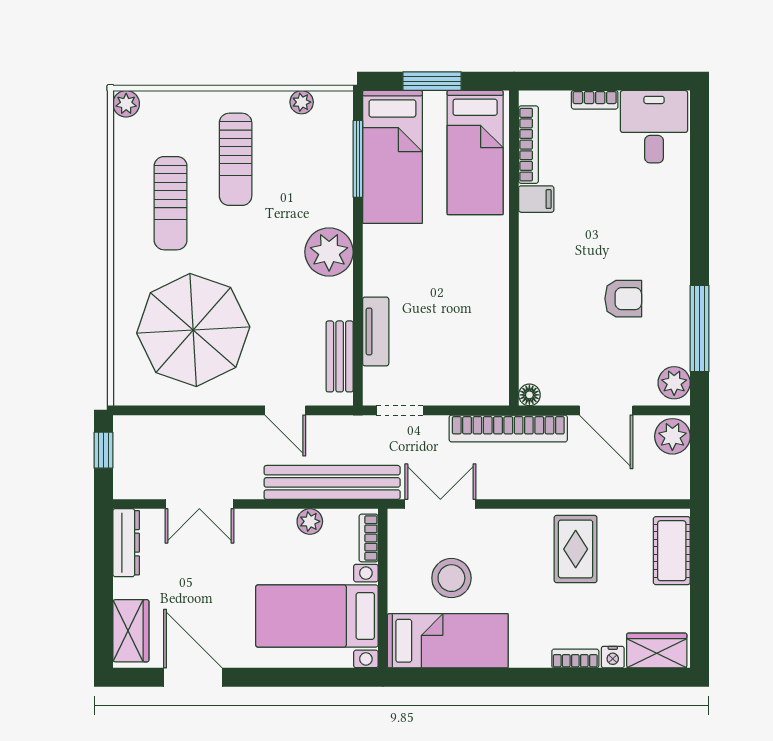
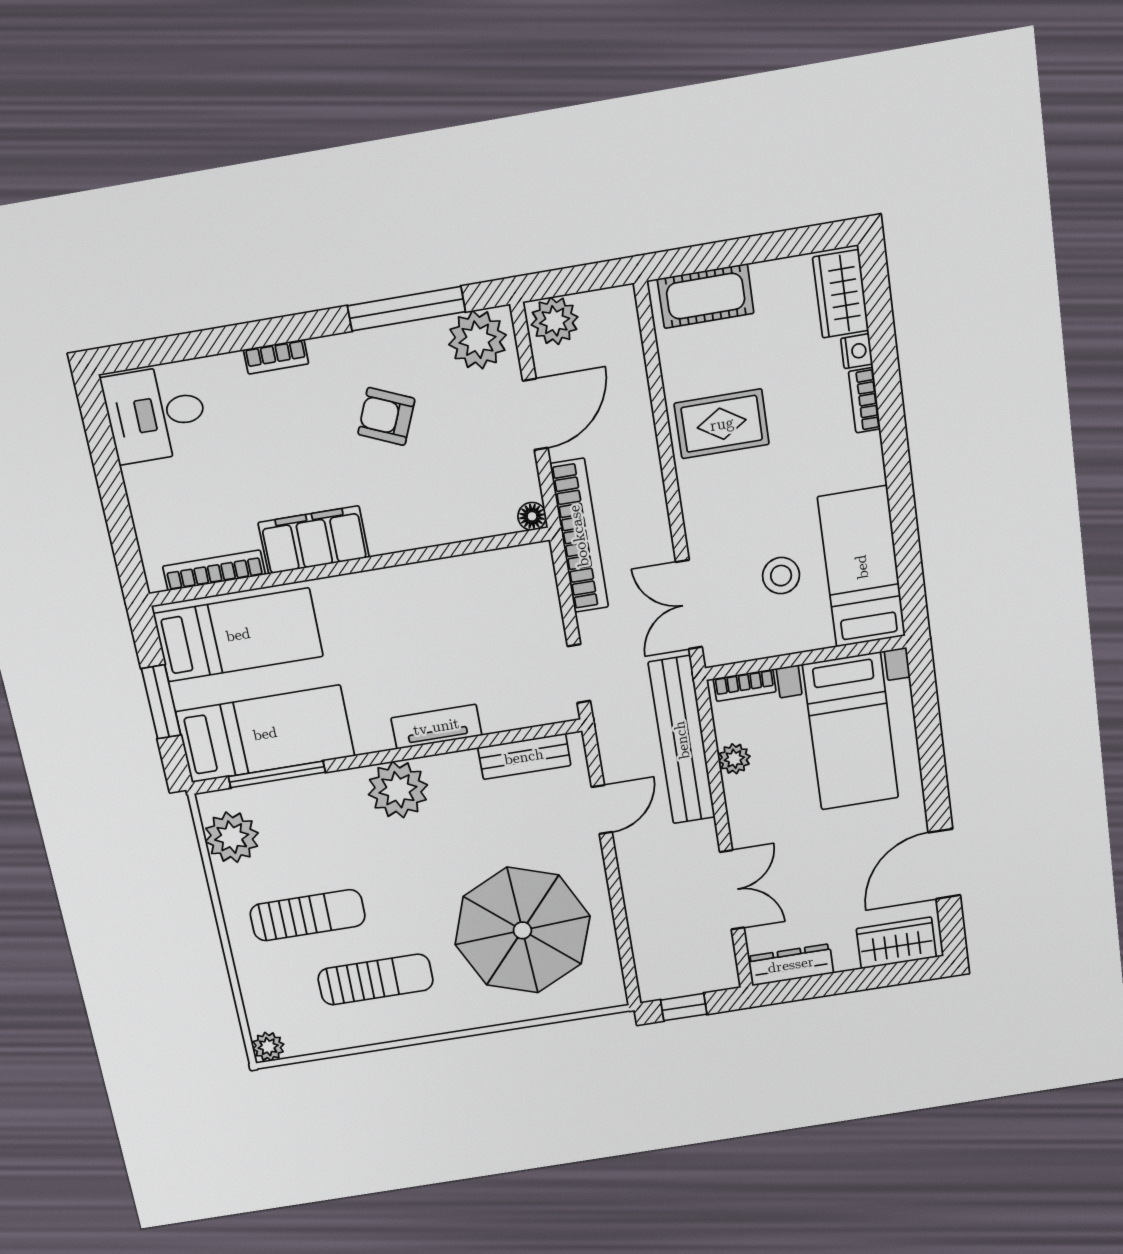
bookcase: (595, 100) -> (276, 357), moved, turned 90
plant: (302, 102) -> (232, 837), width x1.88, depth x1.88
filing cabinet: (536, 199) -> (314, 540), width x3.00, depth x1.17
armchair: (623, 299) -> (386, 416), turned -67
tv unit: (376, 331) -> (436, 727), moved
plant: (674, 383) -> (477, 340), width x1.36, depth x1.36
stool: (451, 578) -> (781, 576), width x0.73, depth x0.73

